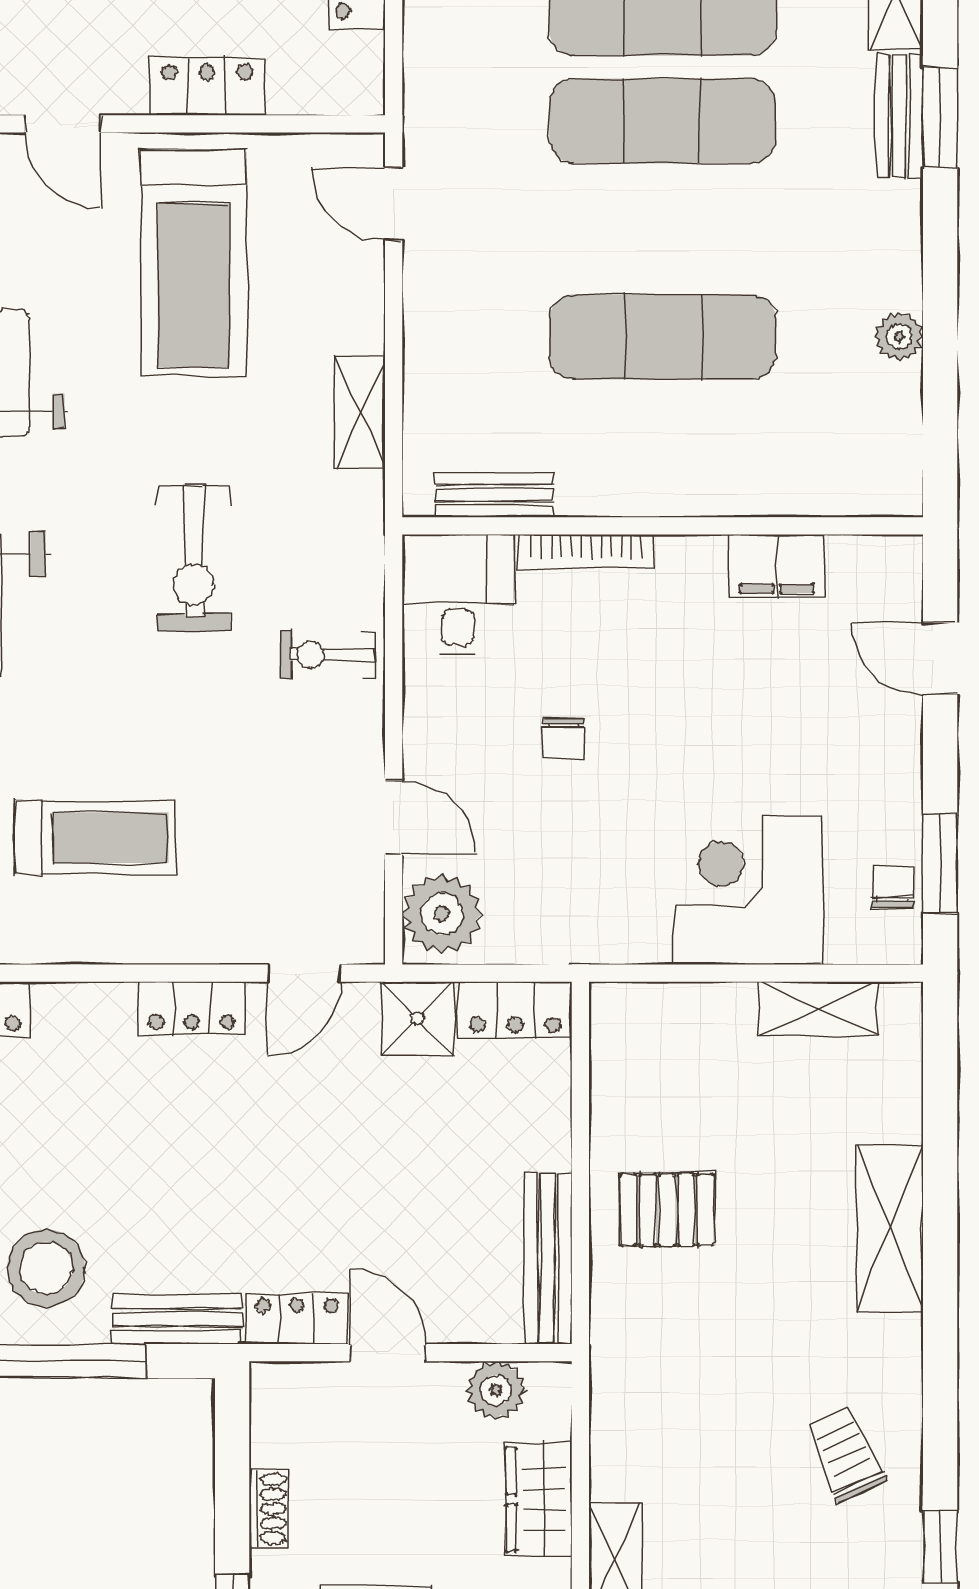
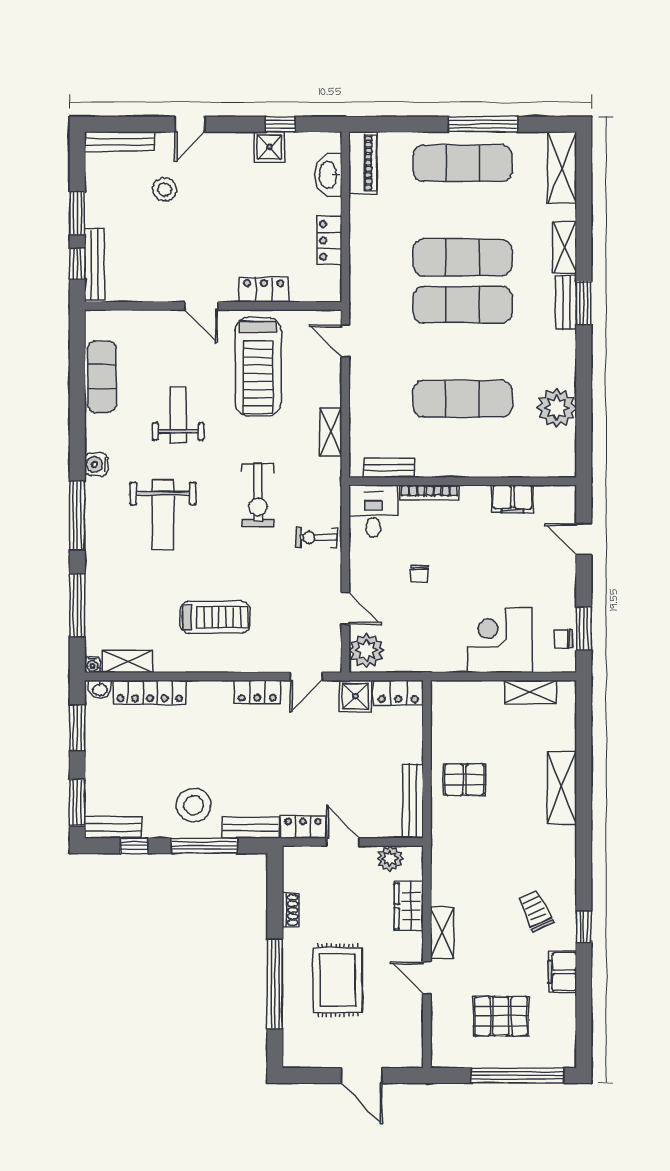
plant: (899, 336) -> (557, 408), width x1.87, depth x1.87
chair: (893, 887) -> (563, 639), turned -90
trolley: (846, 1455) -> (536, 911), moved

